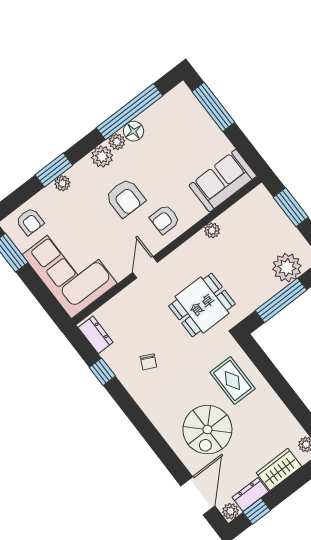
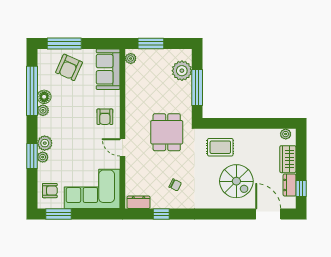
plant: (102, 157) -> (45, 143), moved
armchair: (125, 198) -> (69, 67), moved, turned 114
plant: (212, 230) -> (131, 58), moved
plant: (230, 511) -> (290, 203), removed

